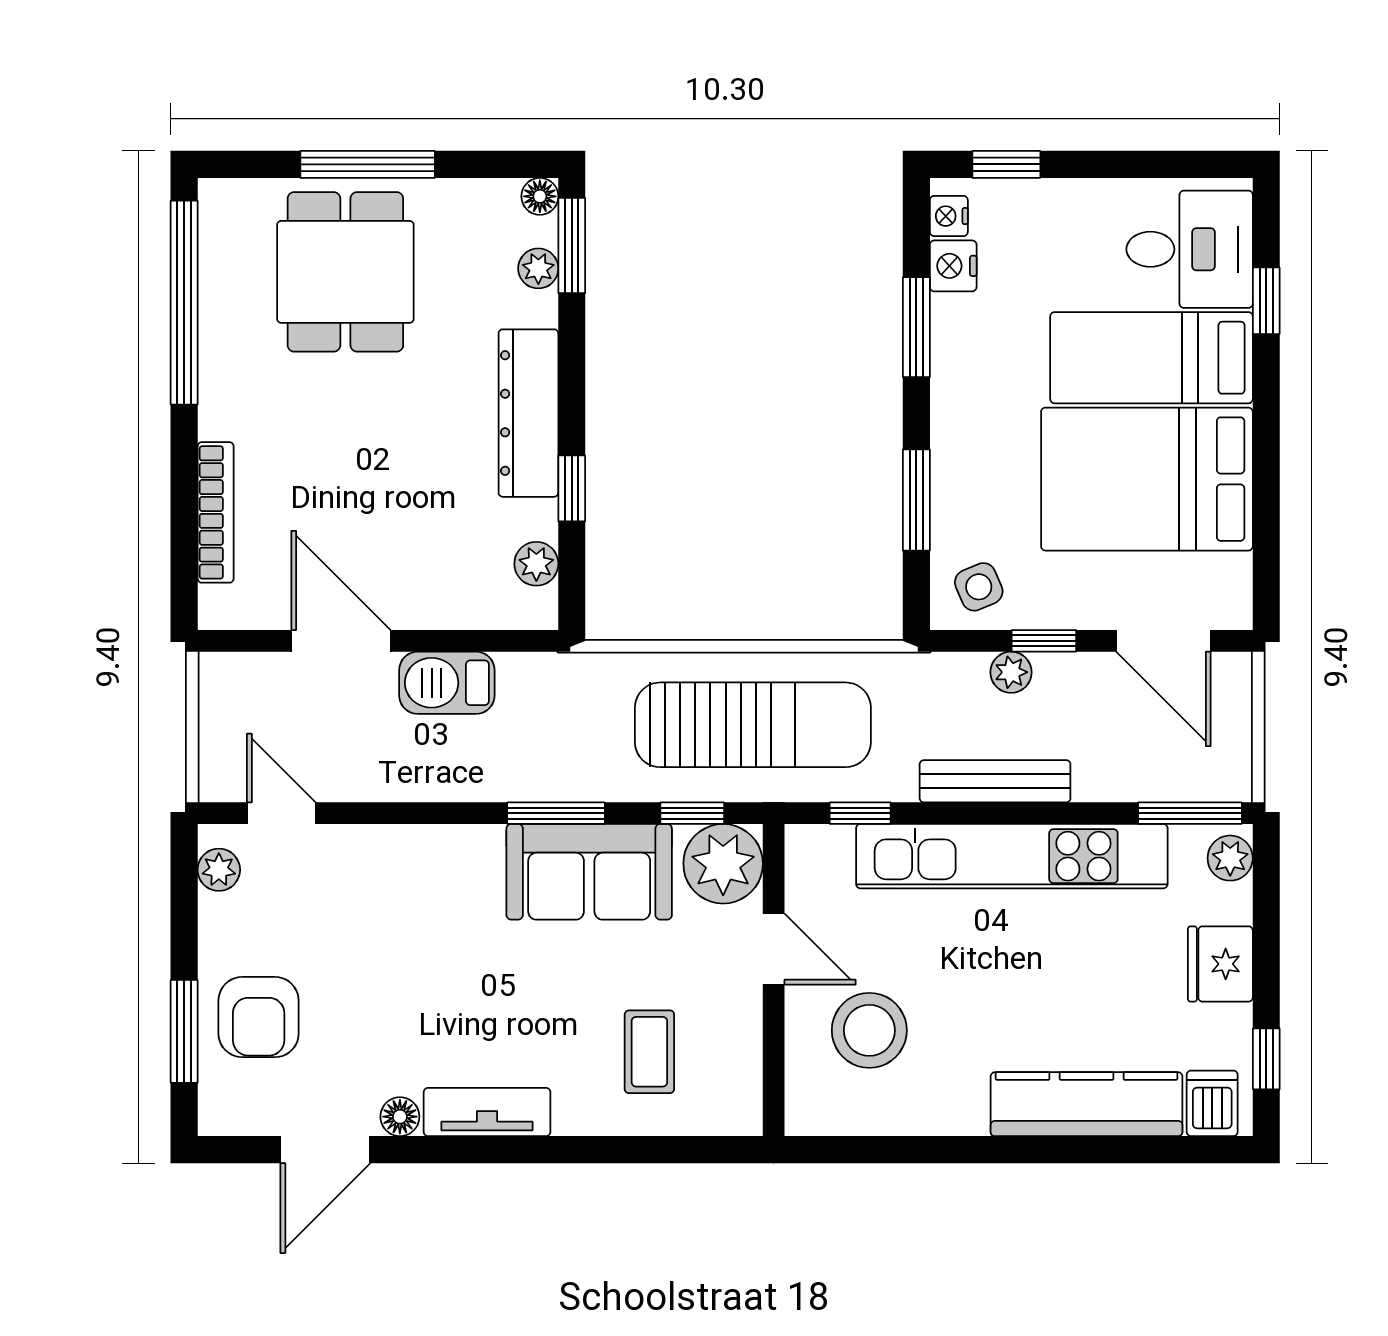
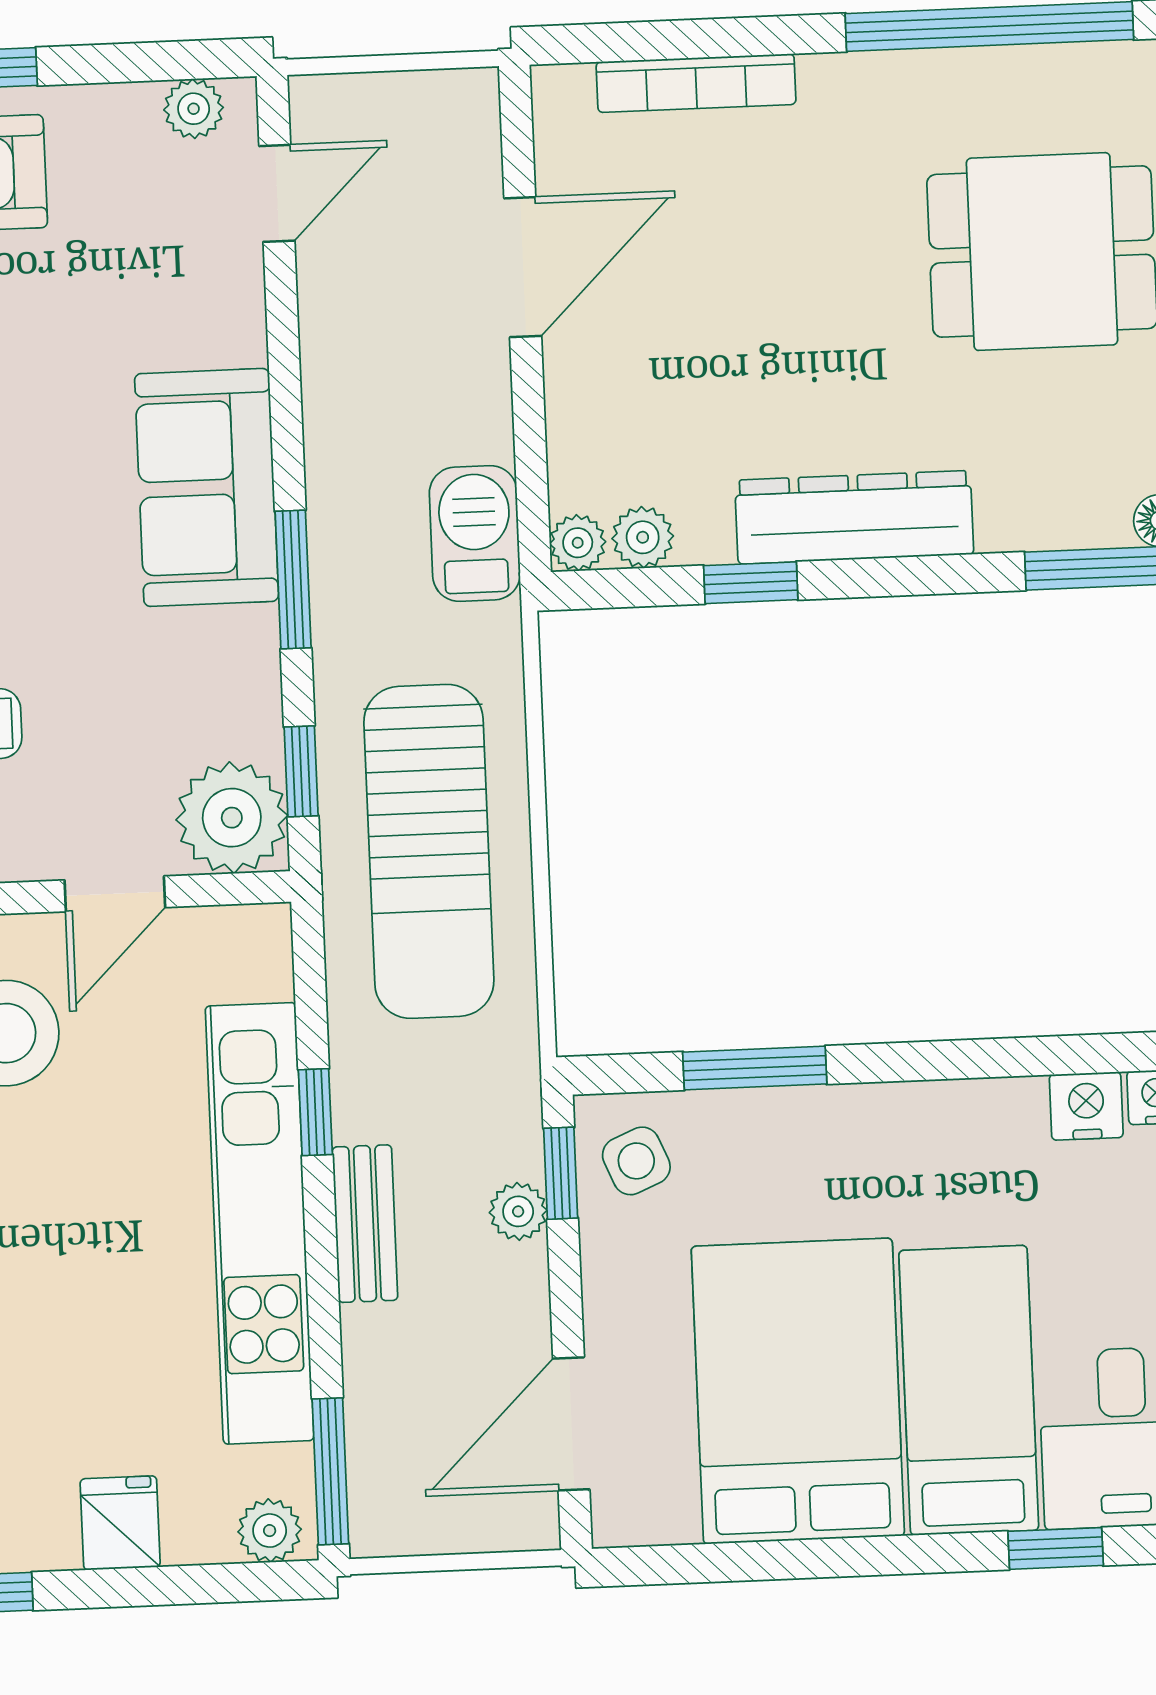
plant: (538, 268) -> (578, 543), moved
window: (916, 327) -> (998, 1058), removed
window: (1044, 641) -> (561, 1173), moved
barbecue: (447, 683) -> (475, 533), moved
bench: (995, 781) -> (365, 1224), width x0.73
window: (860, 813) -> (315, 1112), moved
sofa: (589, 872) -> (207, 487), moved
fridge: (1220, 964) -> (120, 1523), width x0.72

